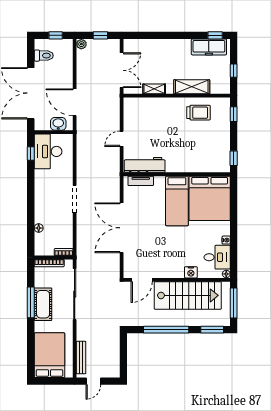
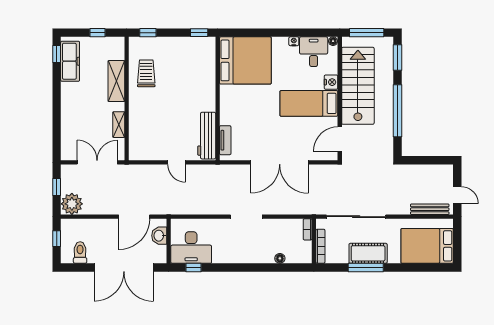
plant: (81, 44) -> (72, 204), width x1.87, depth x1.87
bed: (177, 201) -> (309, 103), moved, turned 180
door: (142, 280) -> (340, 139), swing flipped

